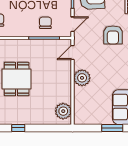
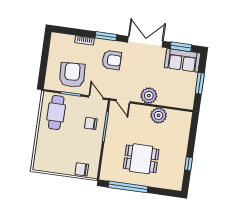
plant: (63, 111) -> (159, 115), moved
window: (112, 128) -> (200, 83), moved

